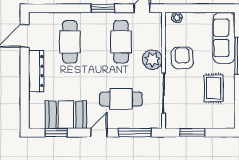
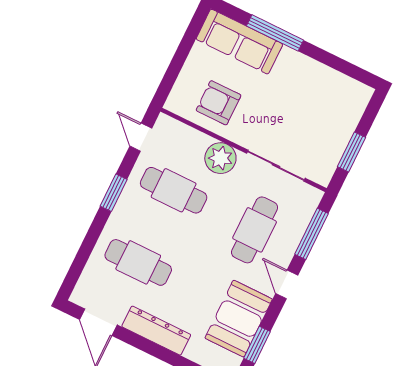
plant: (177, 18) -> (178, 94), removed
armchair: (182, 58) -> (219, 103), moved
rug: (213, 88) -> (303, 91), removed

